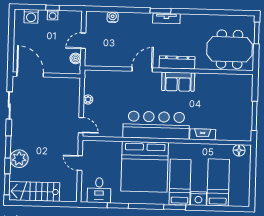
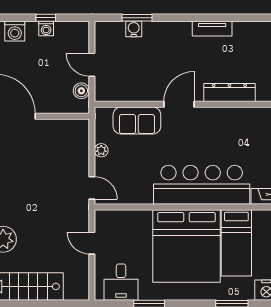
window: (160, 11) -> (137, 18), moved
door: (83, 41) -> (92, 65), hinge flipped
sofa: (178, 82) -> (137, 120), moved
bed: (180, 182) -> (236, 243), moved, turned 180

